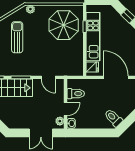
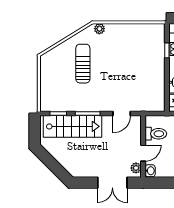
parasol: (64, 25) -> (141, 48), removed
door: (48, 77) -> (122, 114), hinge flipped

